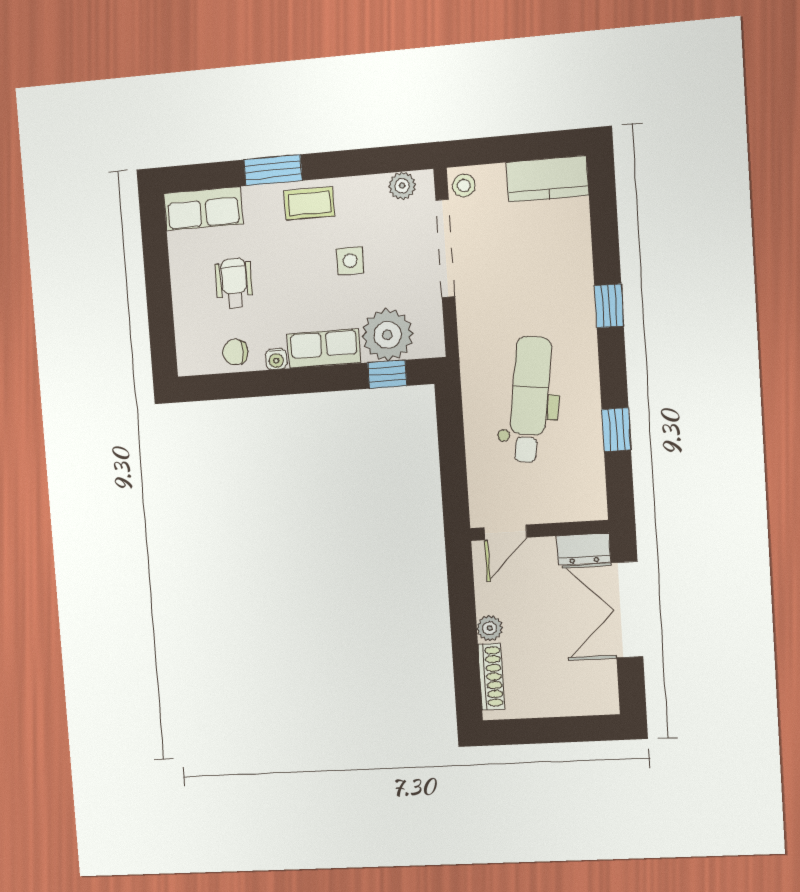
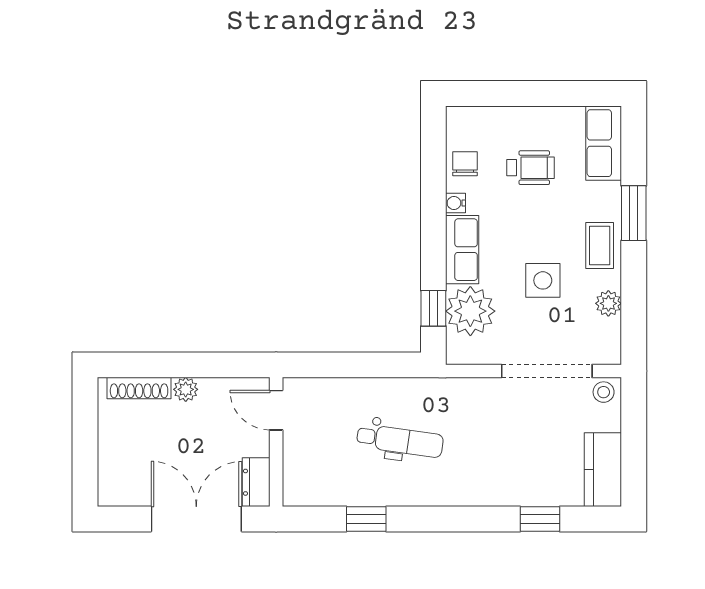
plant: (402, 186) -> (608, 303), moved
side table: (350, 261) -> (543, 280), width x1.37, depth x1.37
window: (609, 306) -> (540, 519), moved
dental chair: (530, 399) -> (400, 441), width x0.73, depth x0.72

